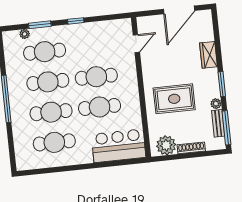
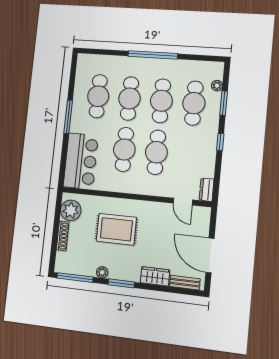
dresser: (121, 25) -> (207, 190), added
rug: (174, 99) -> (116, 229), turned 90
bench: (218, 123) -> (185, 283), moved
window: (79, 167) -> (68, 117), added

